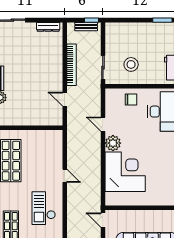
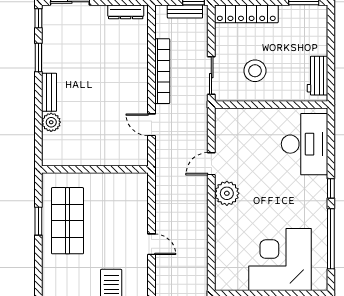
locker: (125, 28) -> (246, 14), added
chair: (131, 100) -> (255, 126), removed
door: (103, 124) -> (211, 164), hinge flipped
corner desk: (125, 172) -> (280, 260), moved, turned -90

